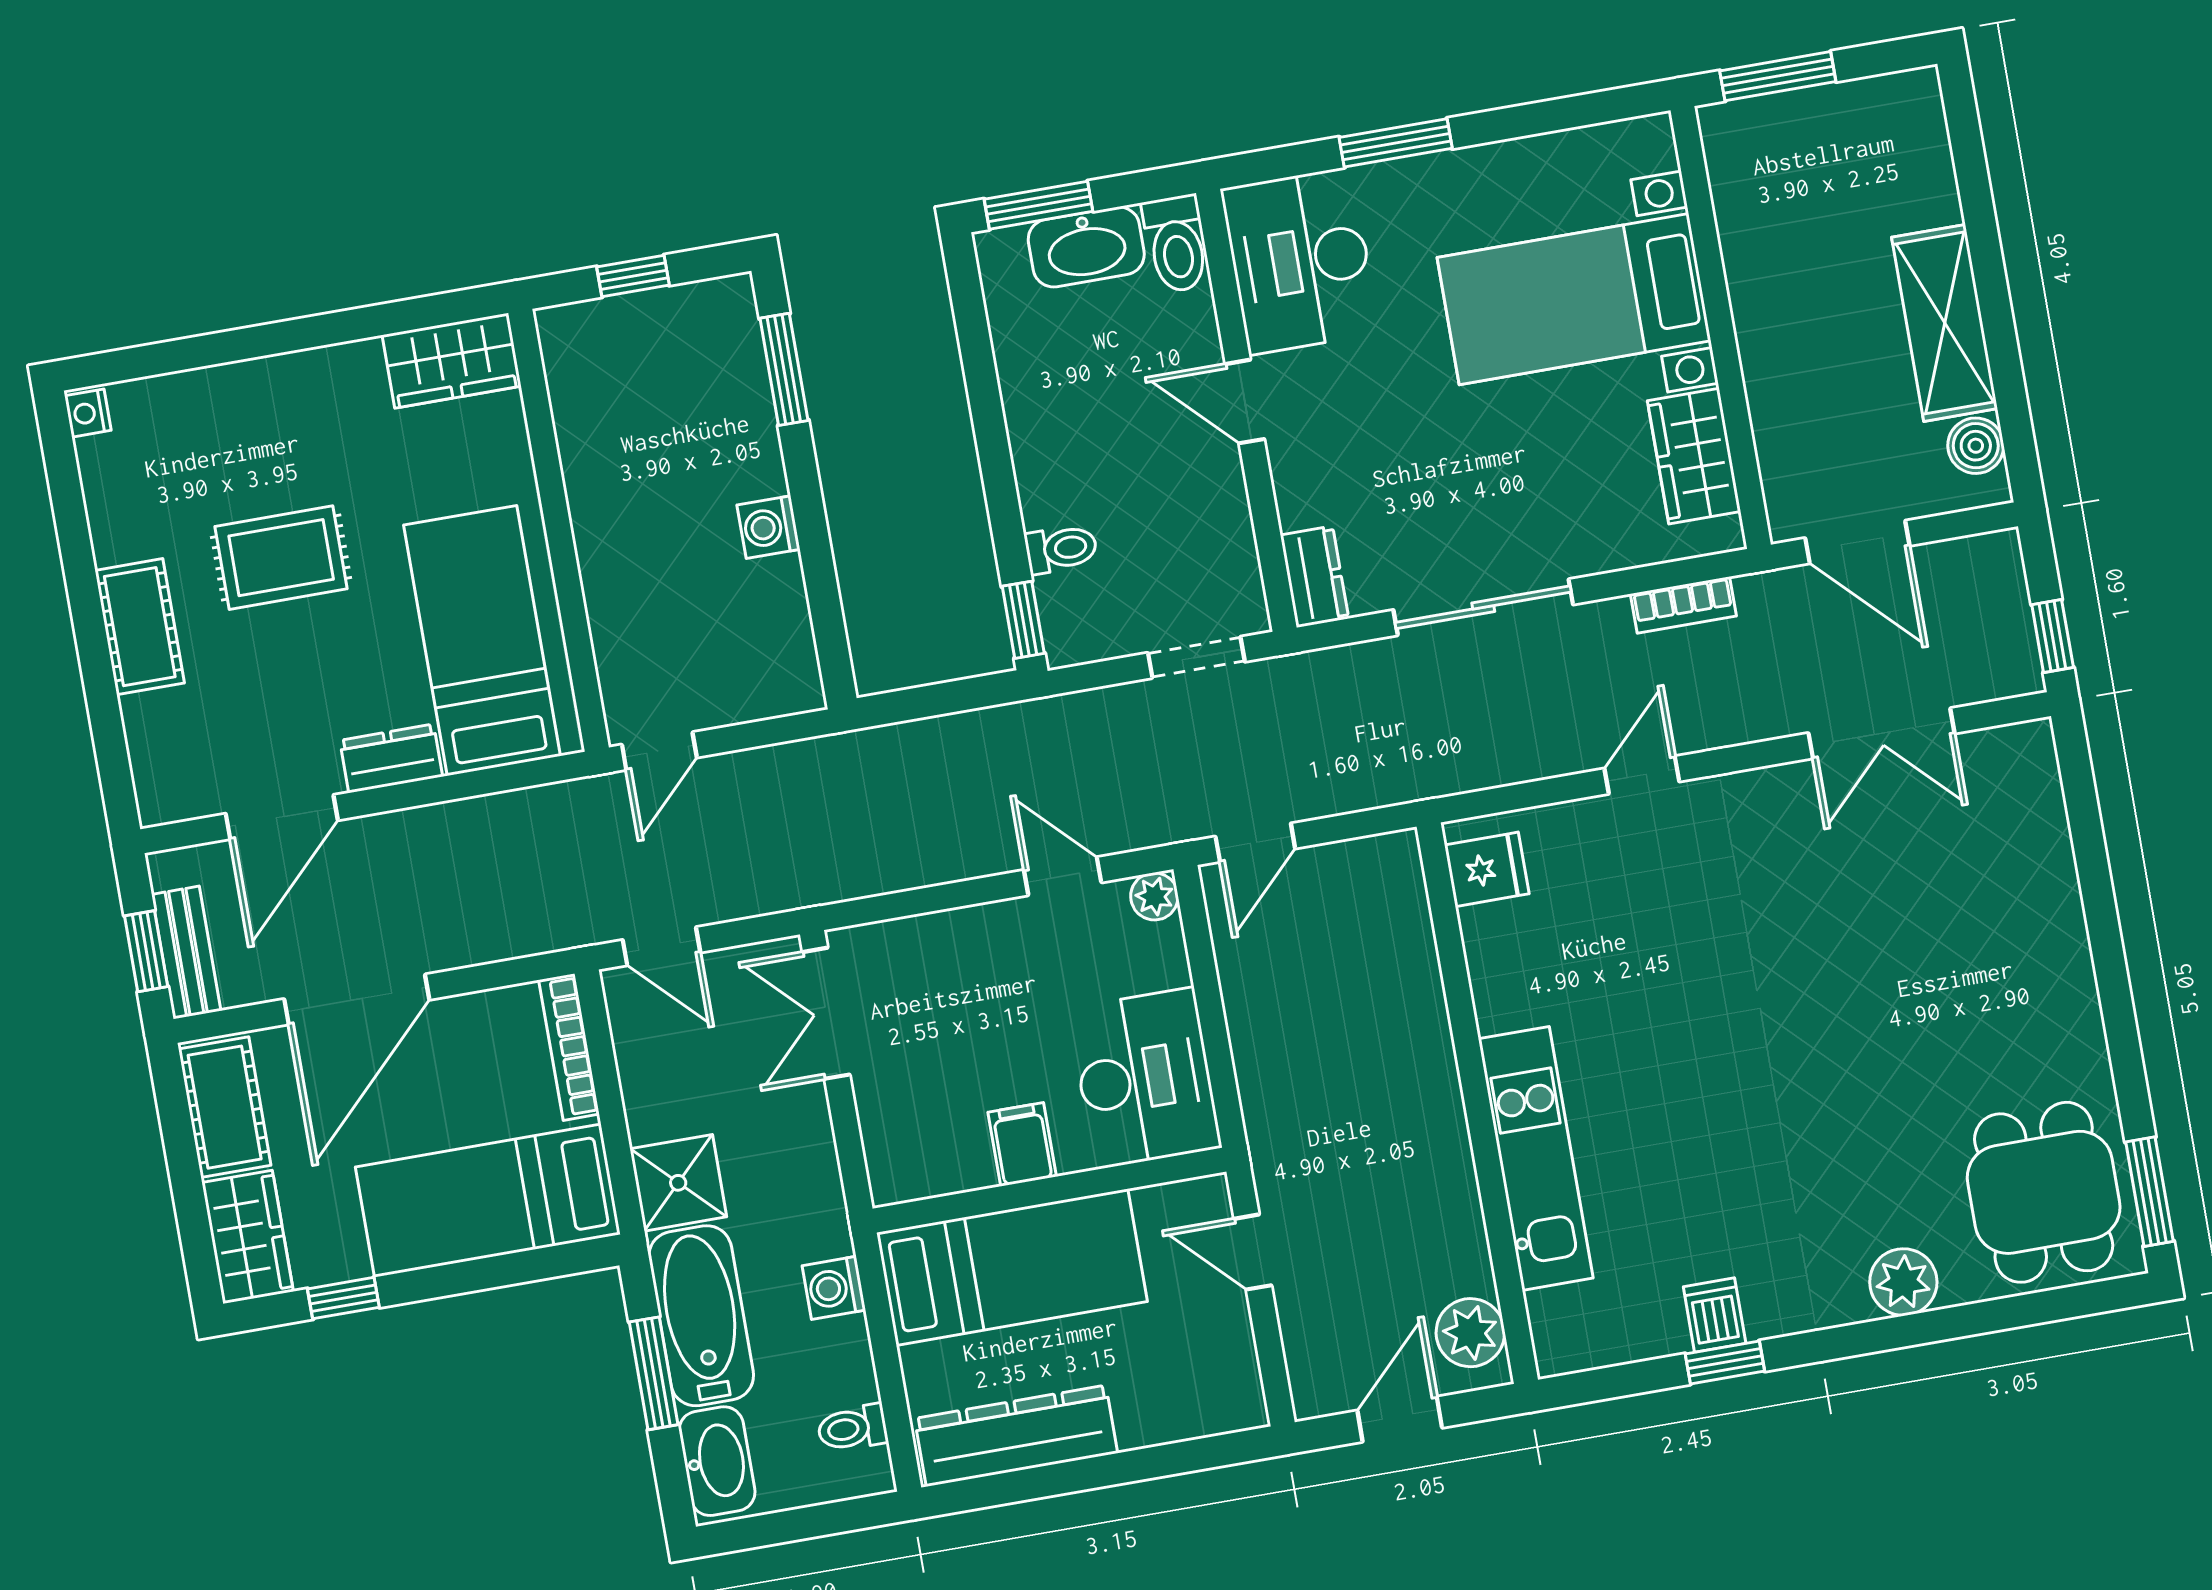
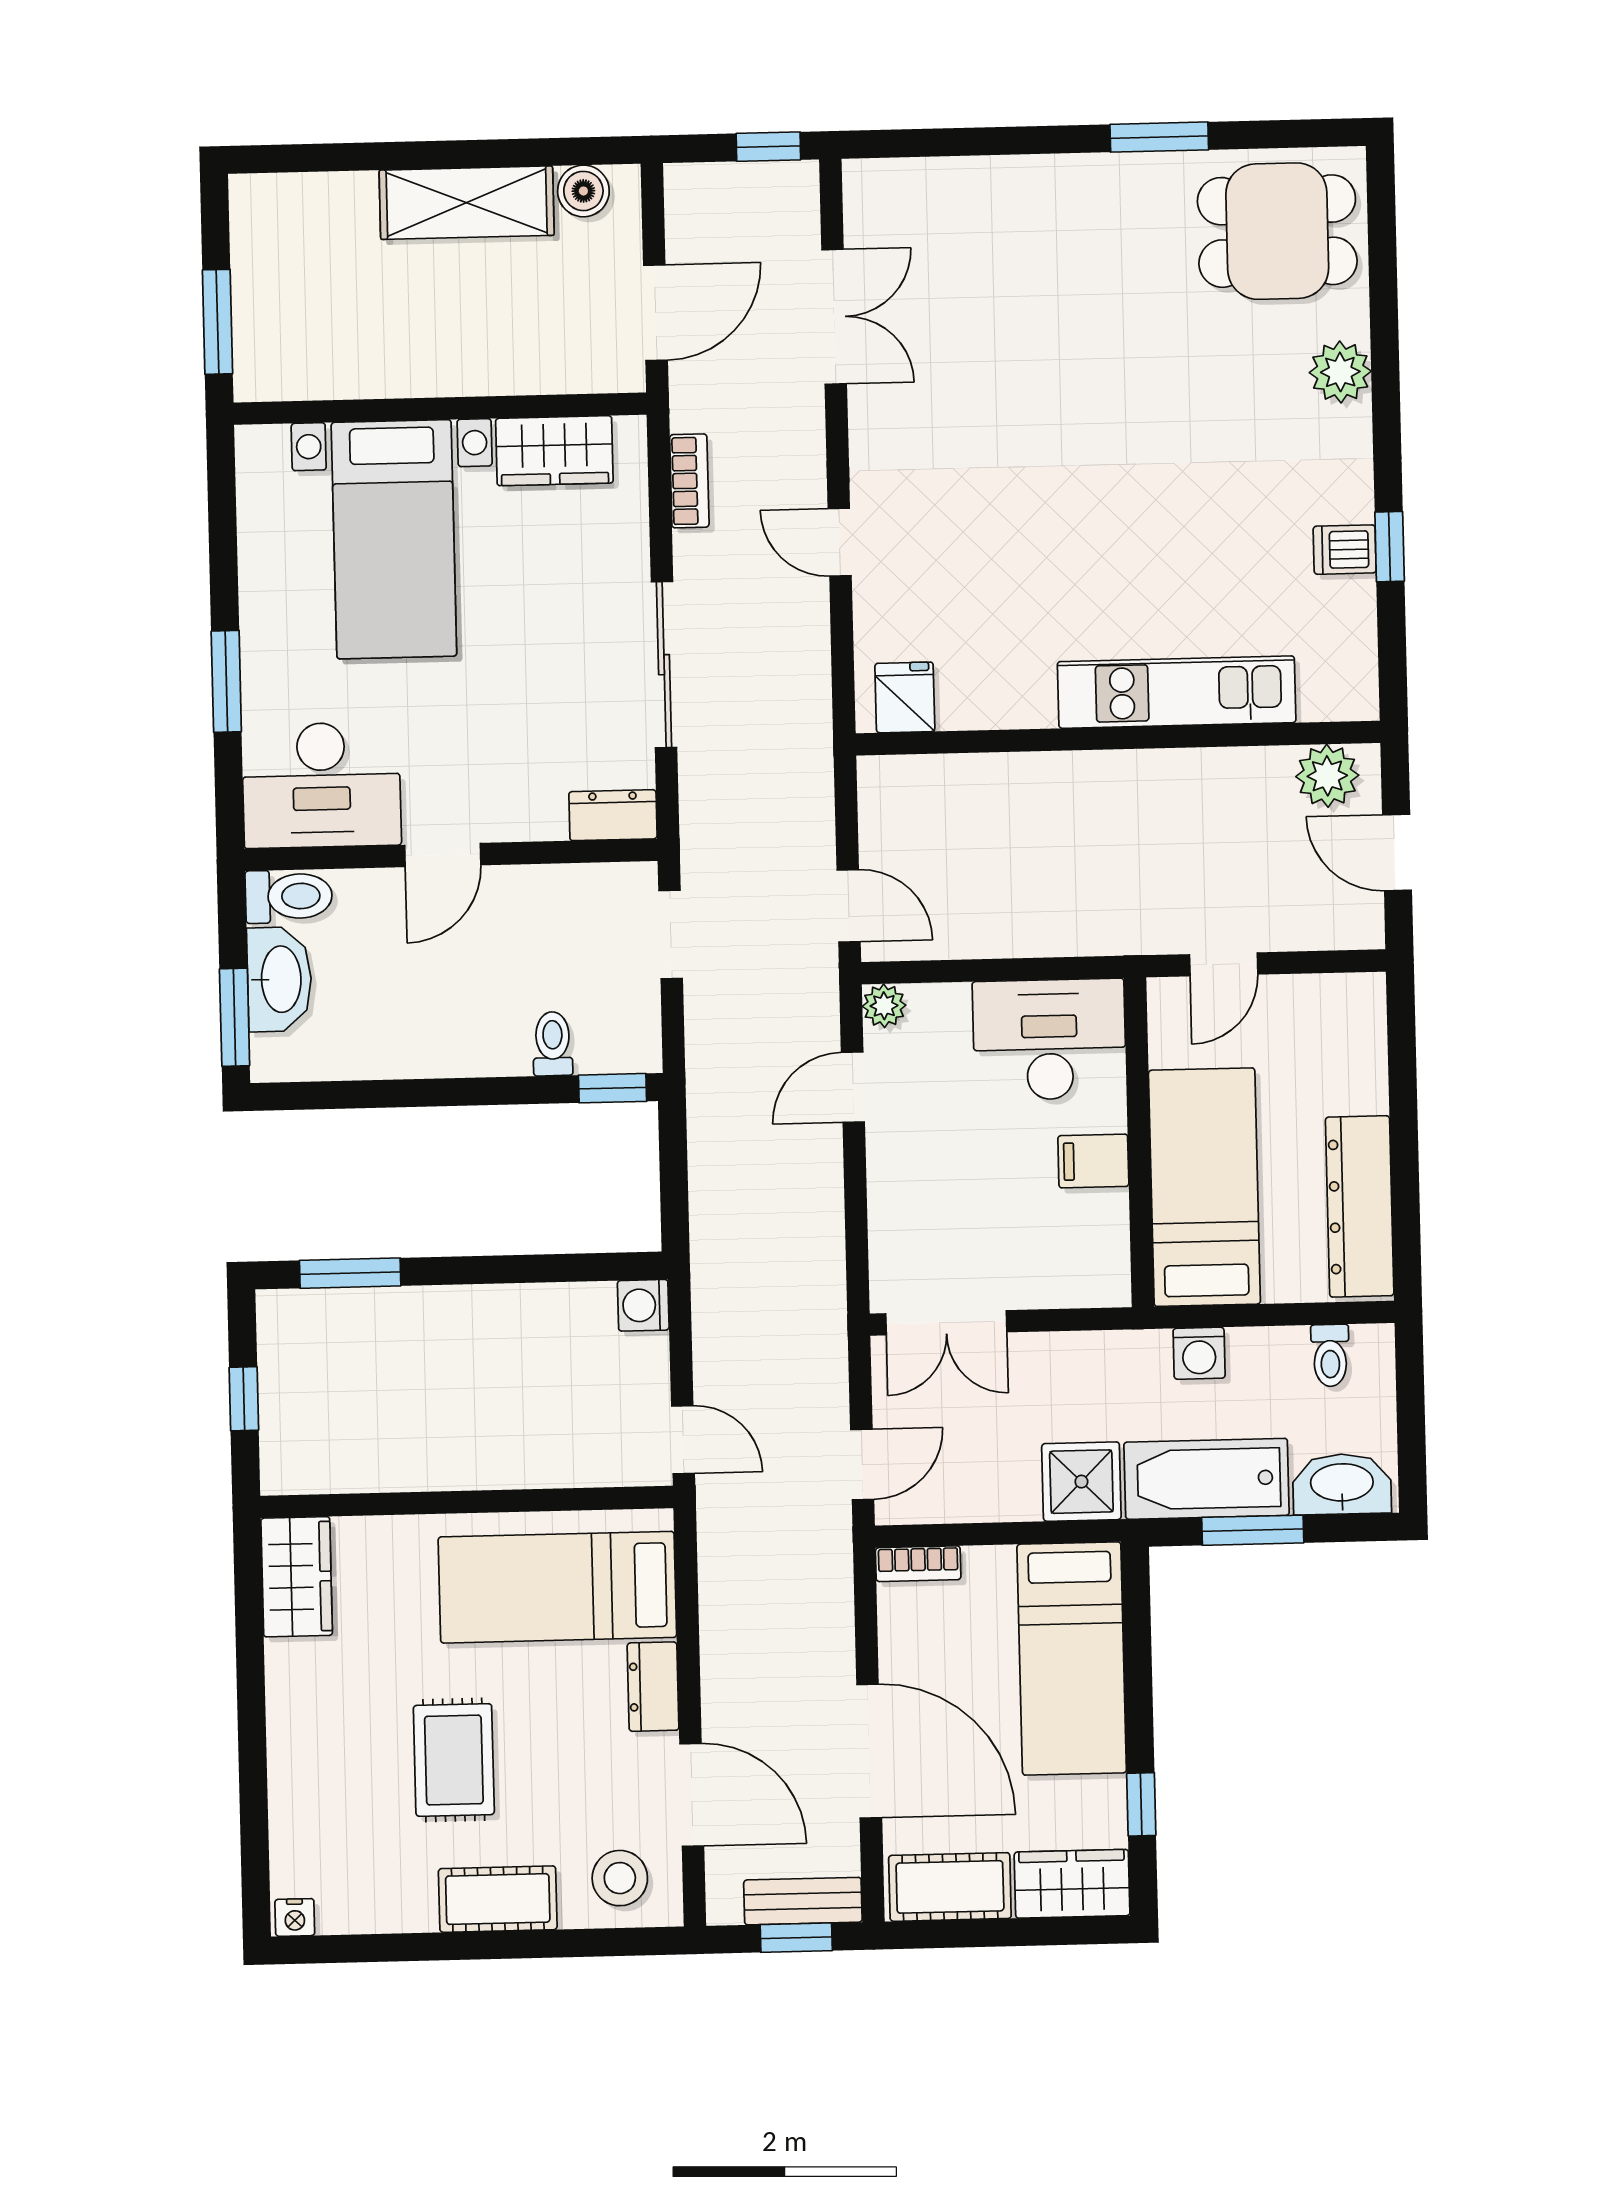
washing machine: (769, 527) -> (643, 1305), moved, turned 90
stool: (182, 754) -> (620, 1878), added
bookcase: (569, 1047) -> (918, 1564), width x0.64
window: (2150, 1192) -> (1159, 137), moved

